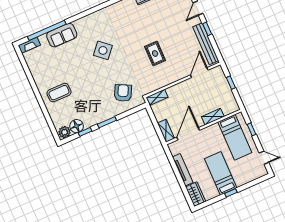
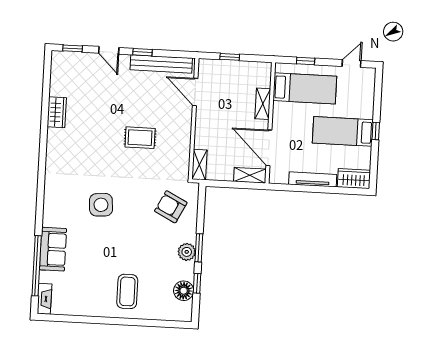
side table: (103, 50) -> (101, 205), turned 45
plant: (64, 132) -> (187, 252), moved

